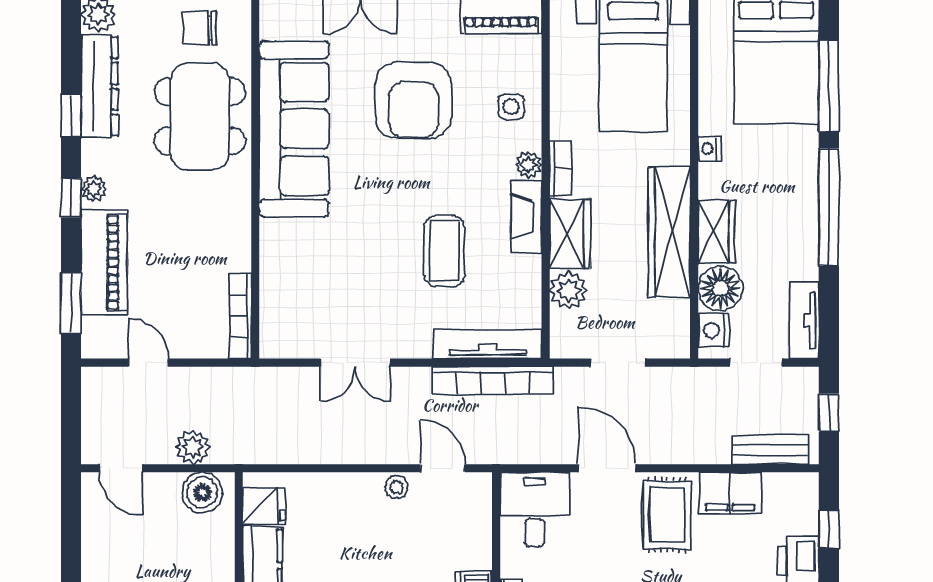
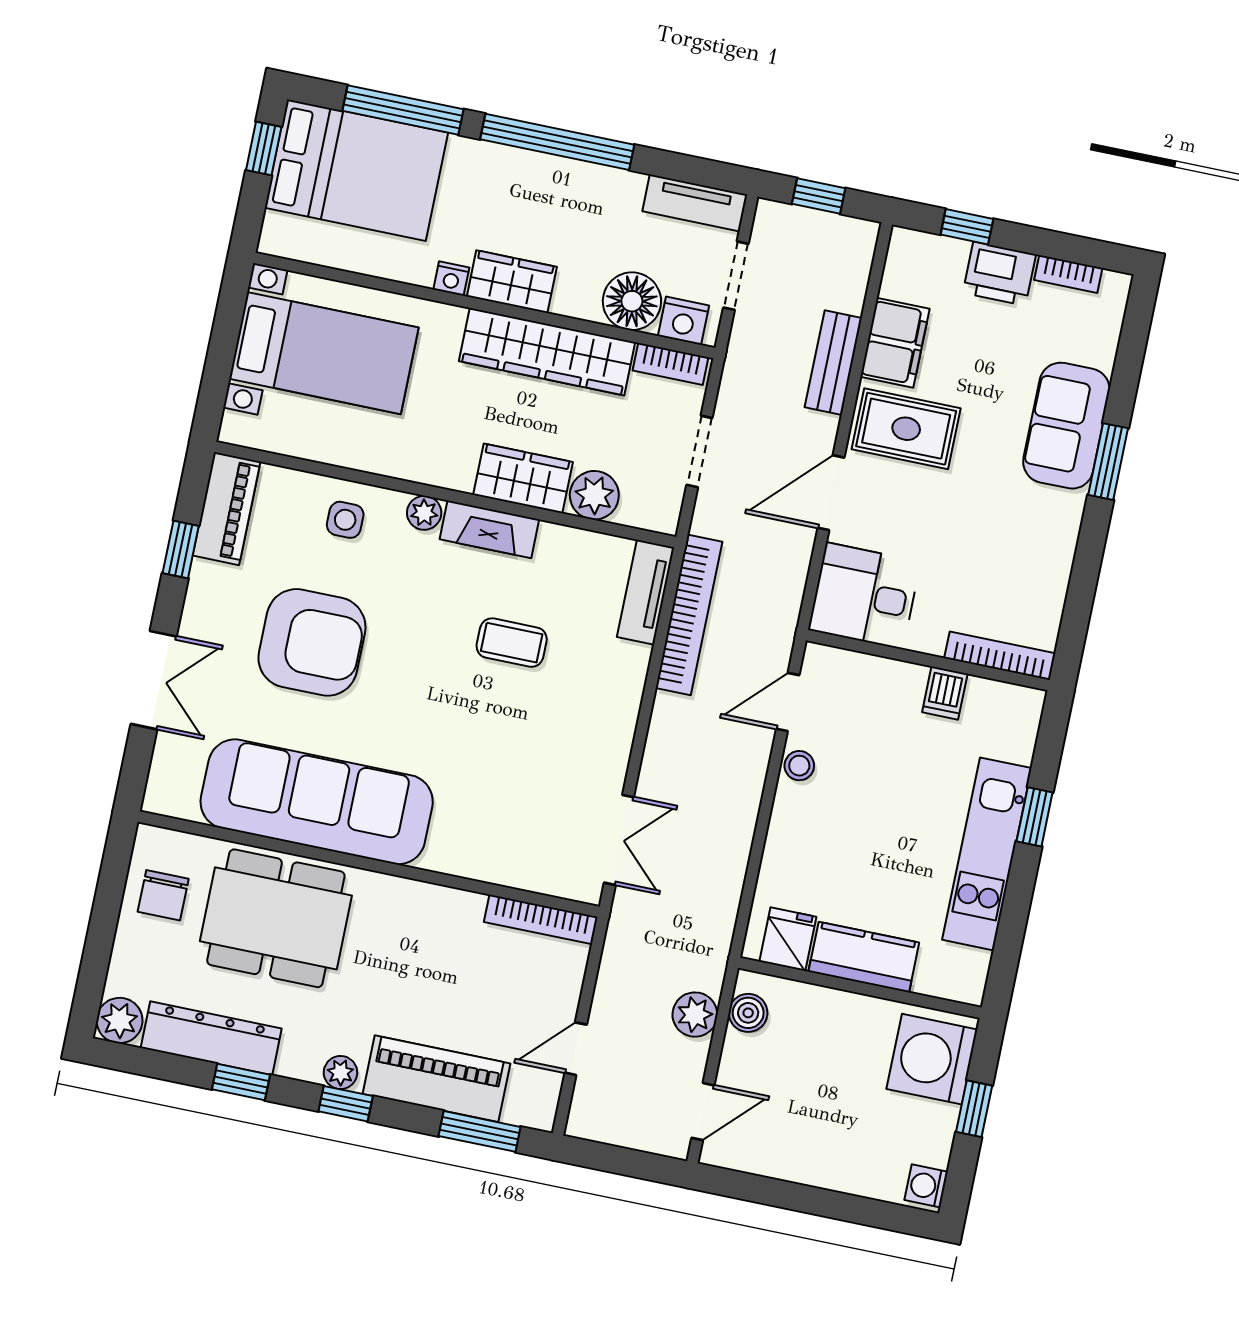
bookcase: (561, 169) -> (671, 364), moved, turned 180
wardrobe: (716, 232) -> (512, 282), moved
coffee table: (444, 251) -> (512, 643), width x0.73, depth x0.77
tv unit: (488, 344) -> (646, 592), width x0.71
double door: (355, 363) -> (619, 840), moved
bench: (770, 450) -> (833, 363), moved
boiler: (202, 492) -> (748, 1013), width x0.73, depth x0.73

